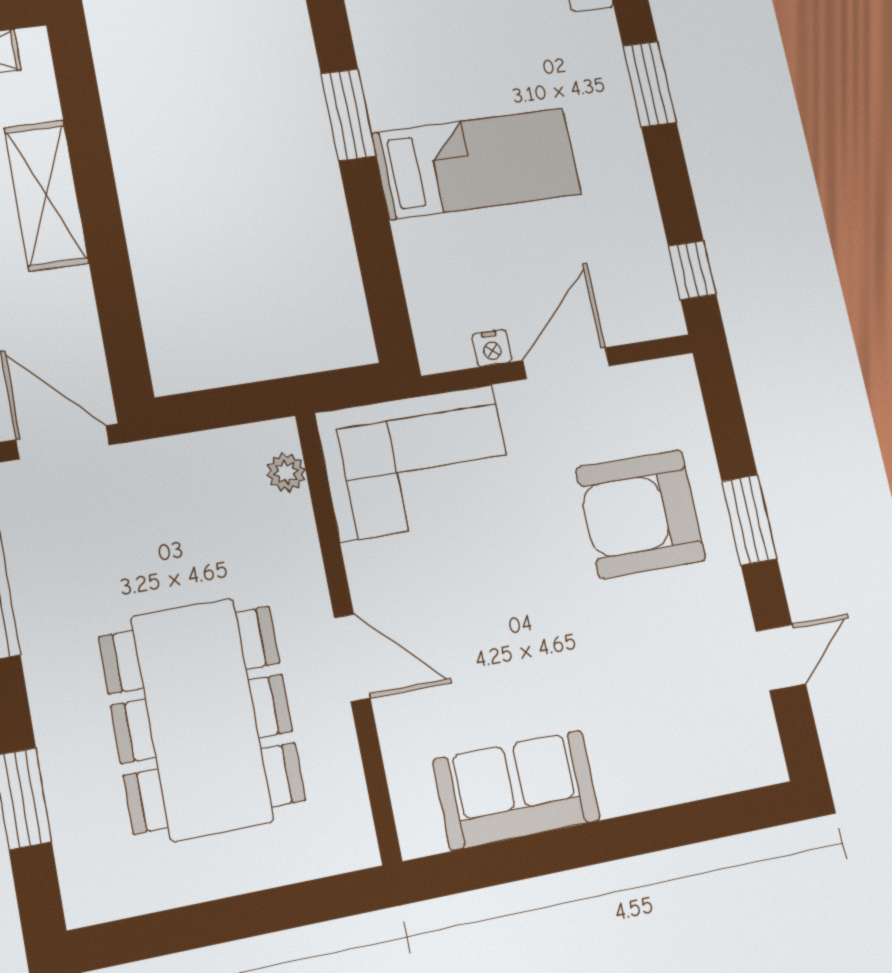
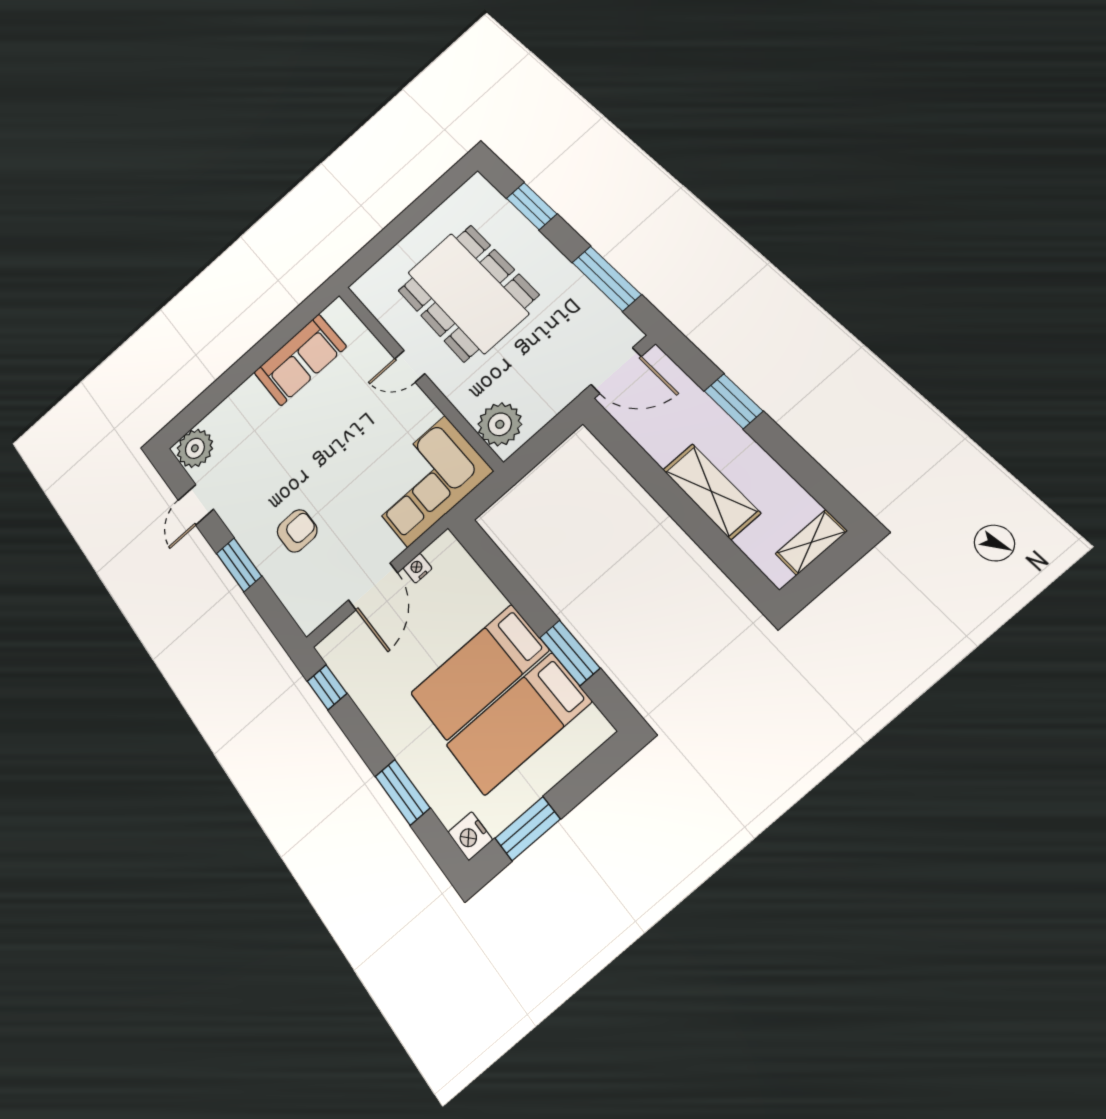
bed: (460, 73) -> (518, 724), added
plant: (286, 473) -> (500, 424), width x1.88, depth x1.88
armchair: (641, 514) -> (297, 531), width x0.53, depth x0.53
door: (352, 658) -> (410, 366), width x0.73
plant: (748, 753) -> (195, 448), added

